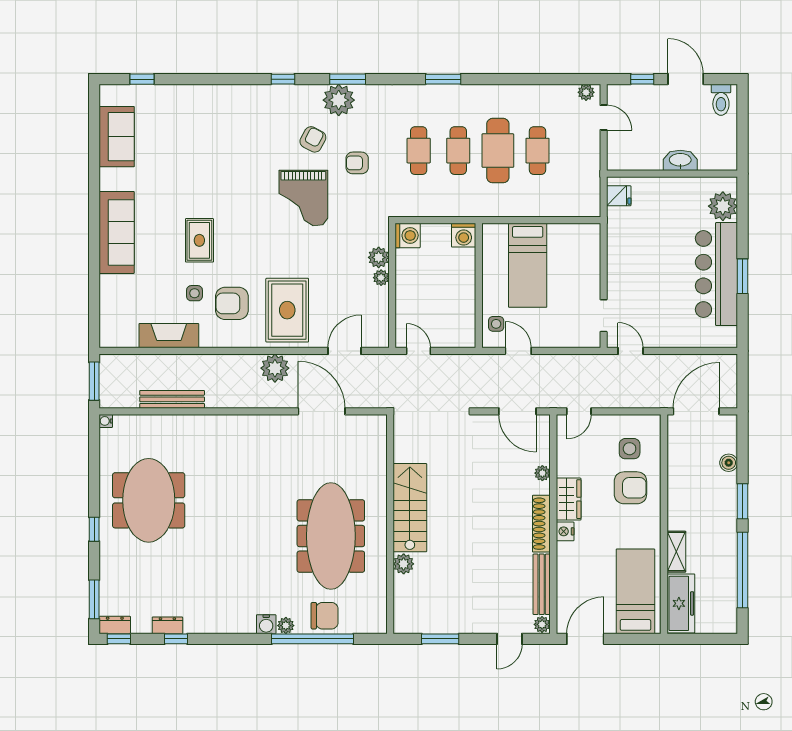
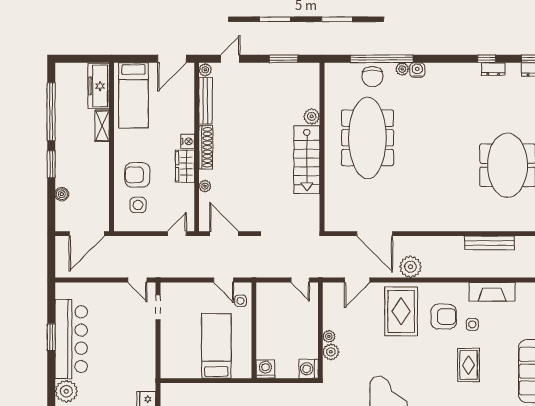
chair: (325, 616) -> (372, 77), turned -90

